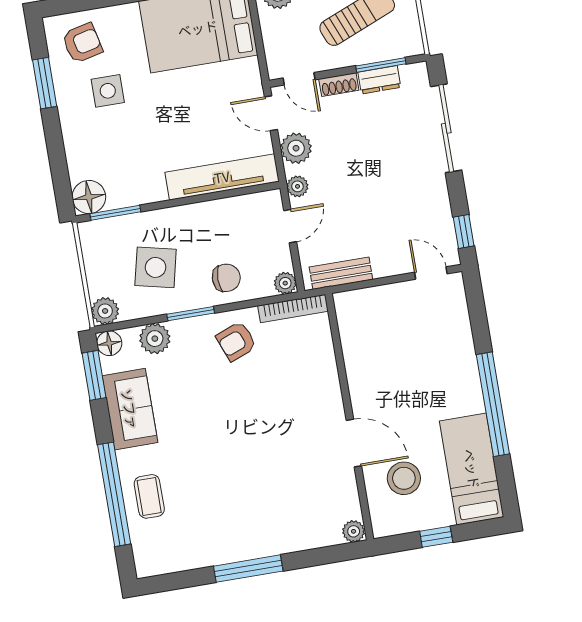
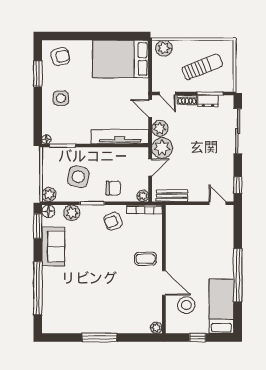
side table: (108, 91) -> (61, 98), moved
plant: (297, 186) -> (162, 148), width x1.87, depth x1.87
floor lamp: (89, 197) -> (47, 139), width x0.53, depth x0.53
coffee table: (149, 496) -> (146, 259), moved, turned 90

